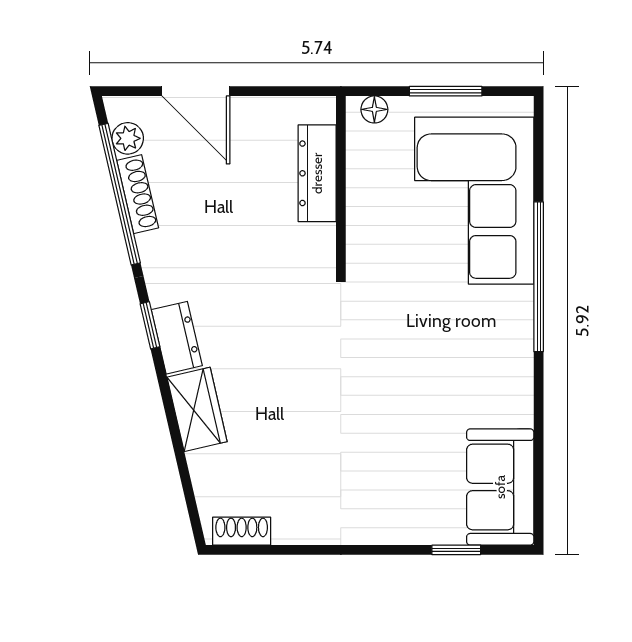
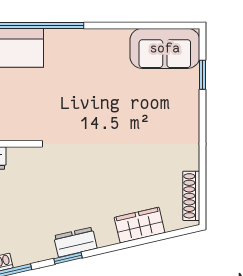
wardrobe: (197, 409) -> (140, 225), moved
shoe rack: (242, 531) -> (191, 196), width x1.43

